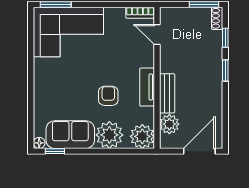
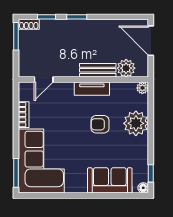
bookcase: (140, 13) -> (24, 115), moved
sofa: (70, 135) -> (110, 180), moved, turned 90
plant: (142, 136) -> (142, 88), width x0.53, depth x0.53

